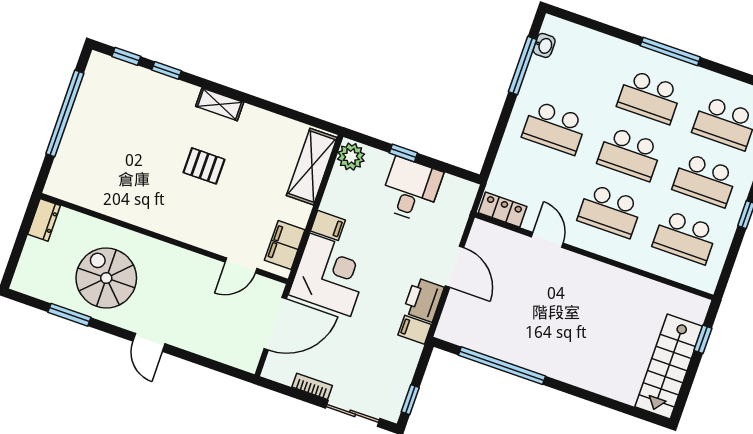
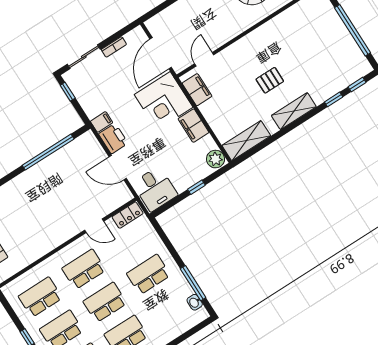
shelving: (220, 104) -> (294, 111), width x1.50, depth x1.33
shelving: (312, 167) -> (246, 141), moved, turned 90
desk: (411, 190) -> (155, 189), moved
filing cabinet: (328, 225) -> (193, 126), width x2.00

